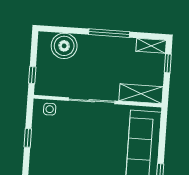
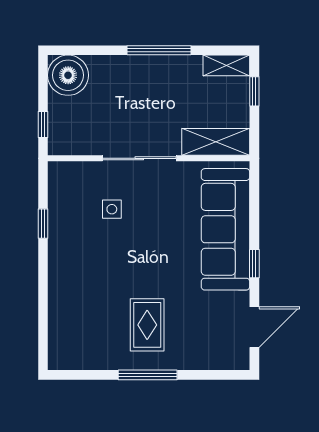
boiler: (64, 46) -> (68, 75), moved
side table: (50, 109) -> (112, 209), moved

